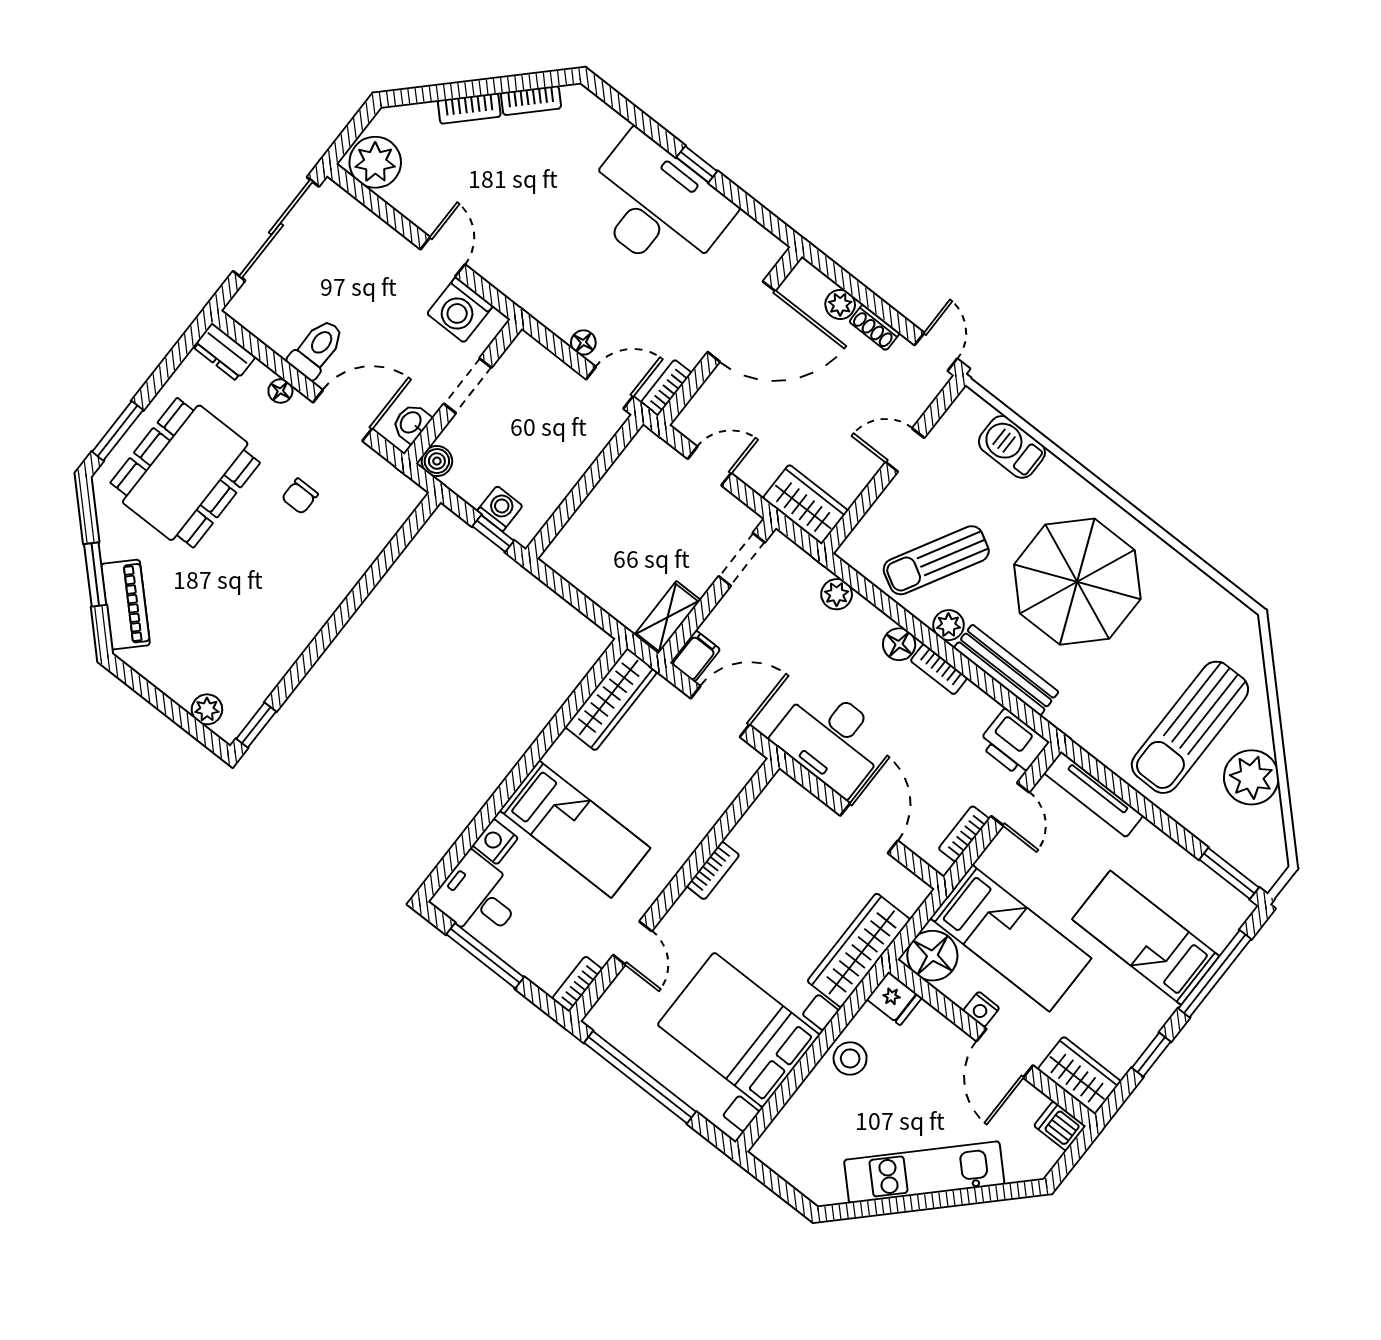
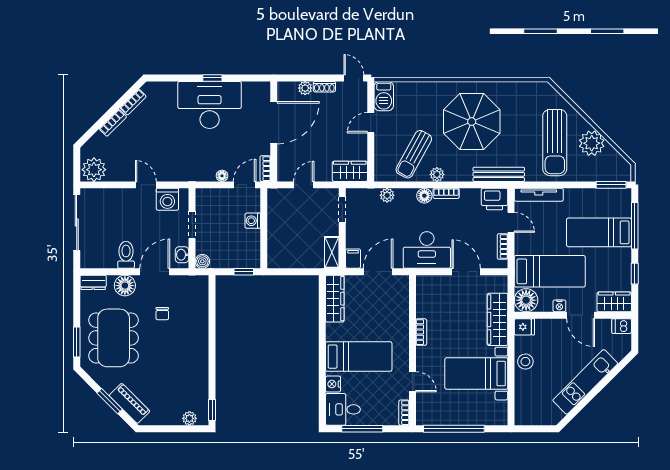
floor lamp: (280, 391) -> (125, 286), width x1.89, depth x1.89
barbecue: (1012, 447) -> (384, 96), moved, turned -90
washing machine: (500, 509) -> (253, 221), moved, turned -90
bench: (1006, 670) -> (499, 174), moved
bed with nightstands: (739, 1030) -> (476, 374), width x0.73

